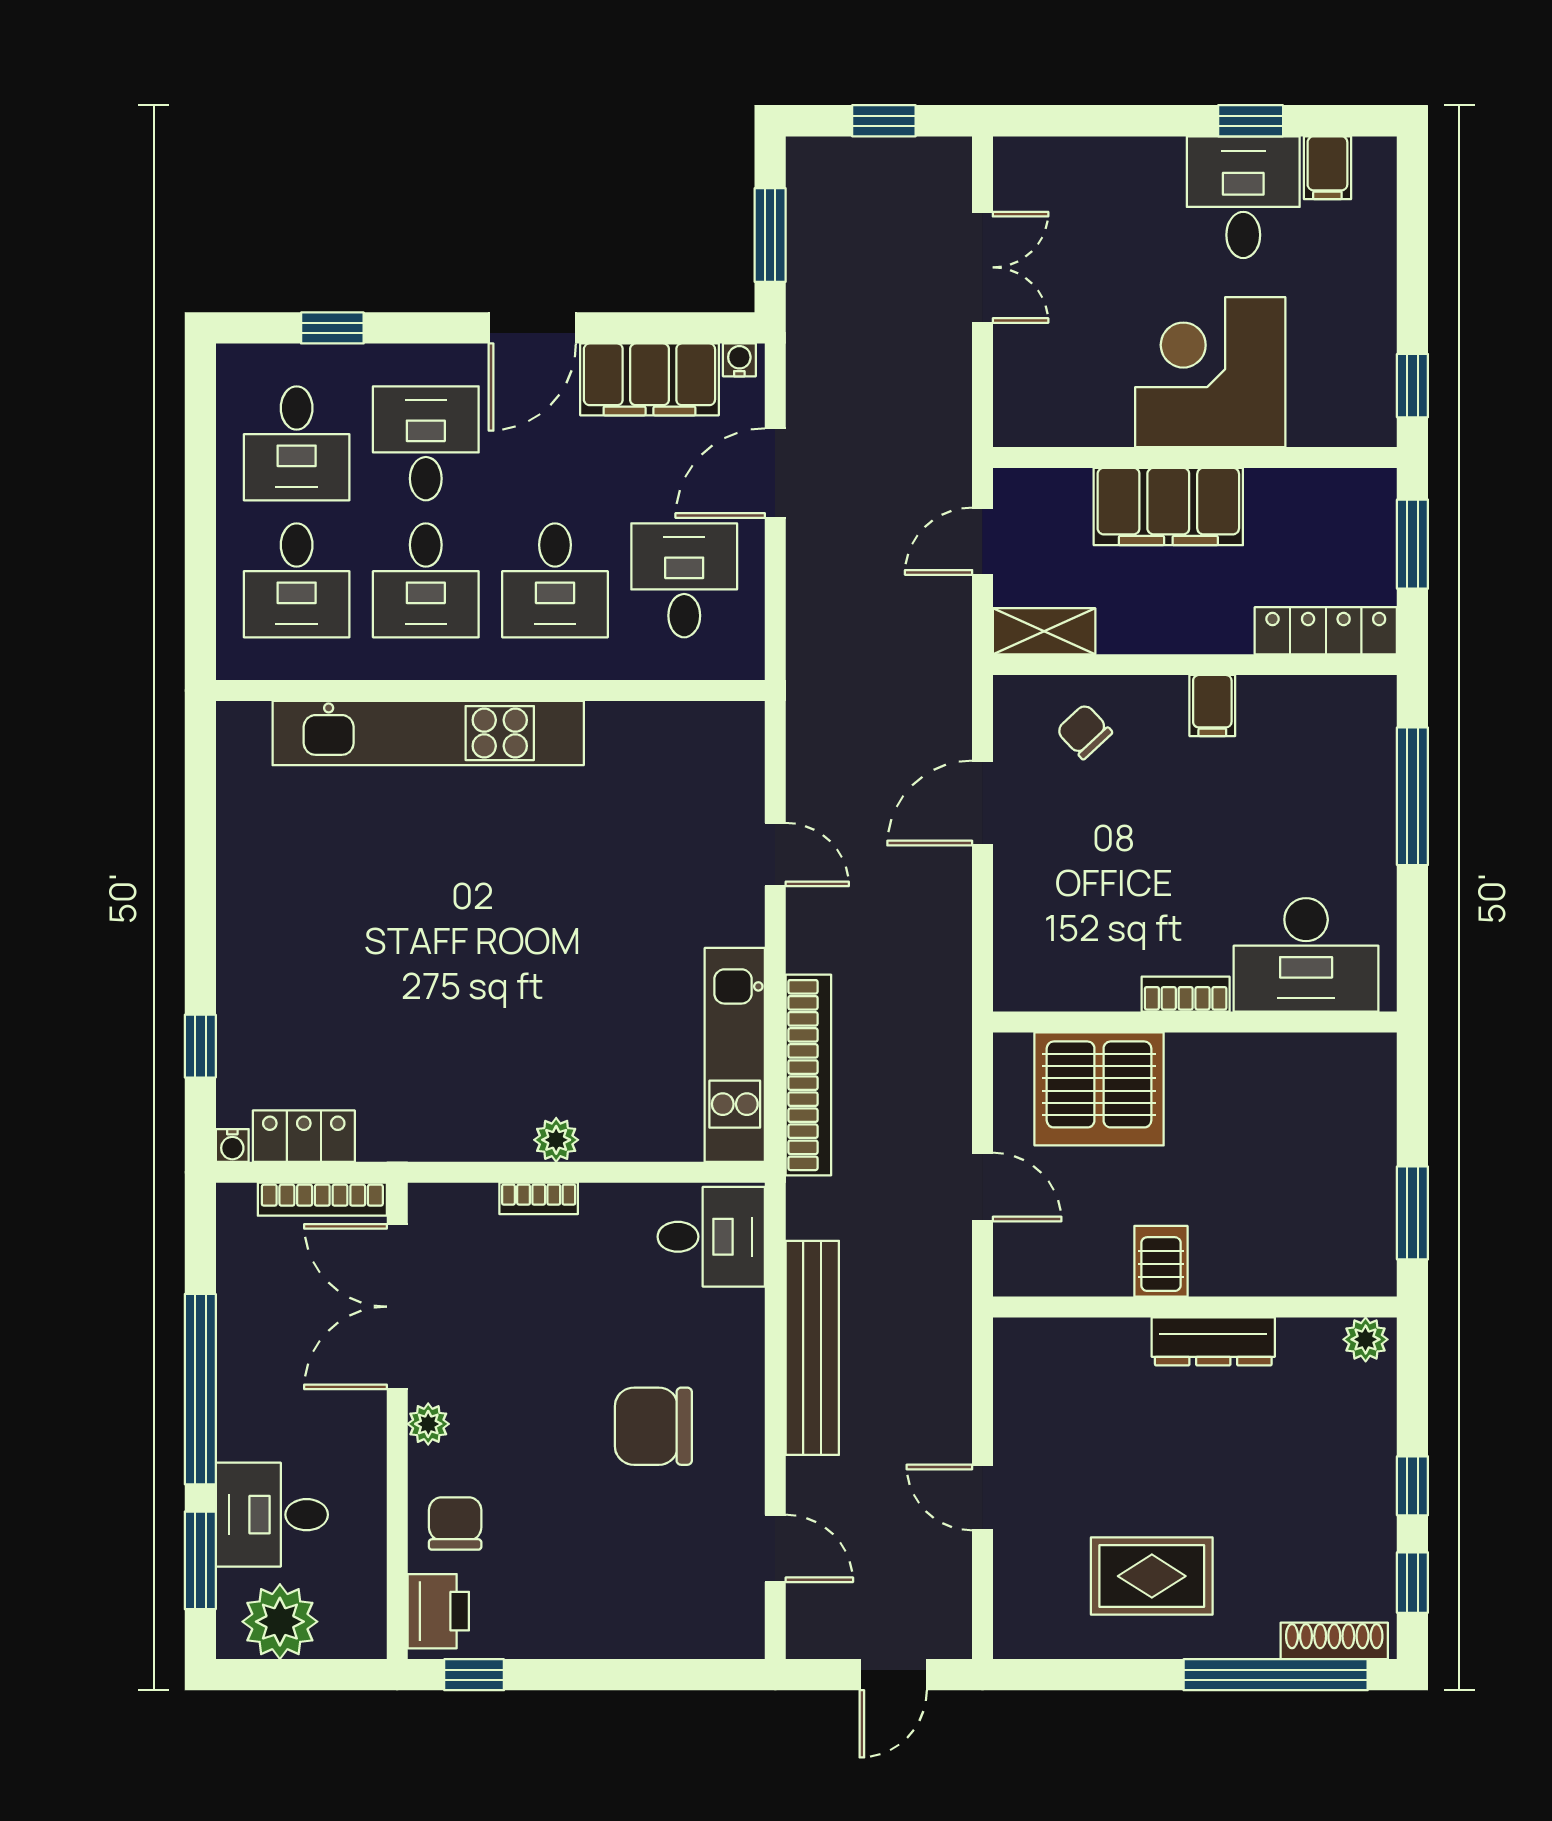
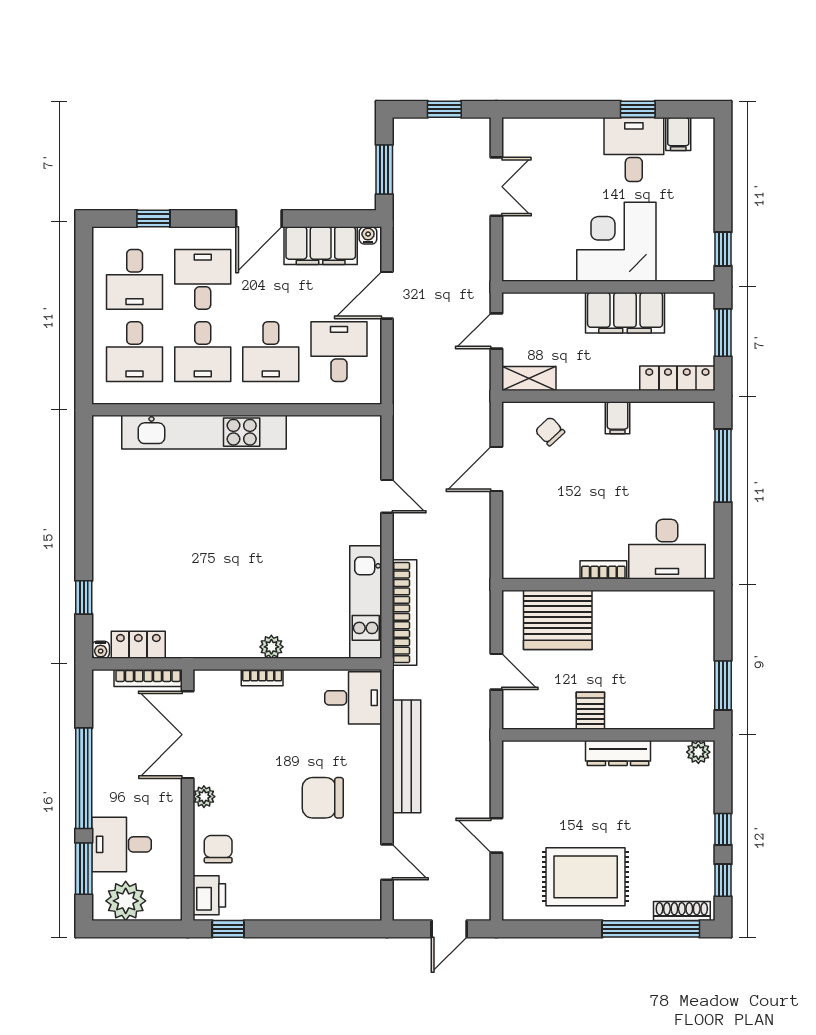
filing cabinet: (1168, 506) -> (625, 313), moved
rug: (1152, 1576) -> (586, 877), width x1.36, depth x1.43

